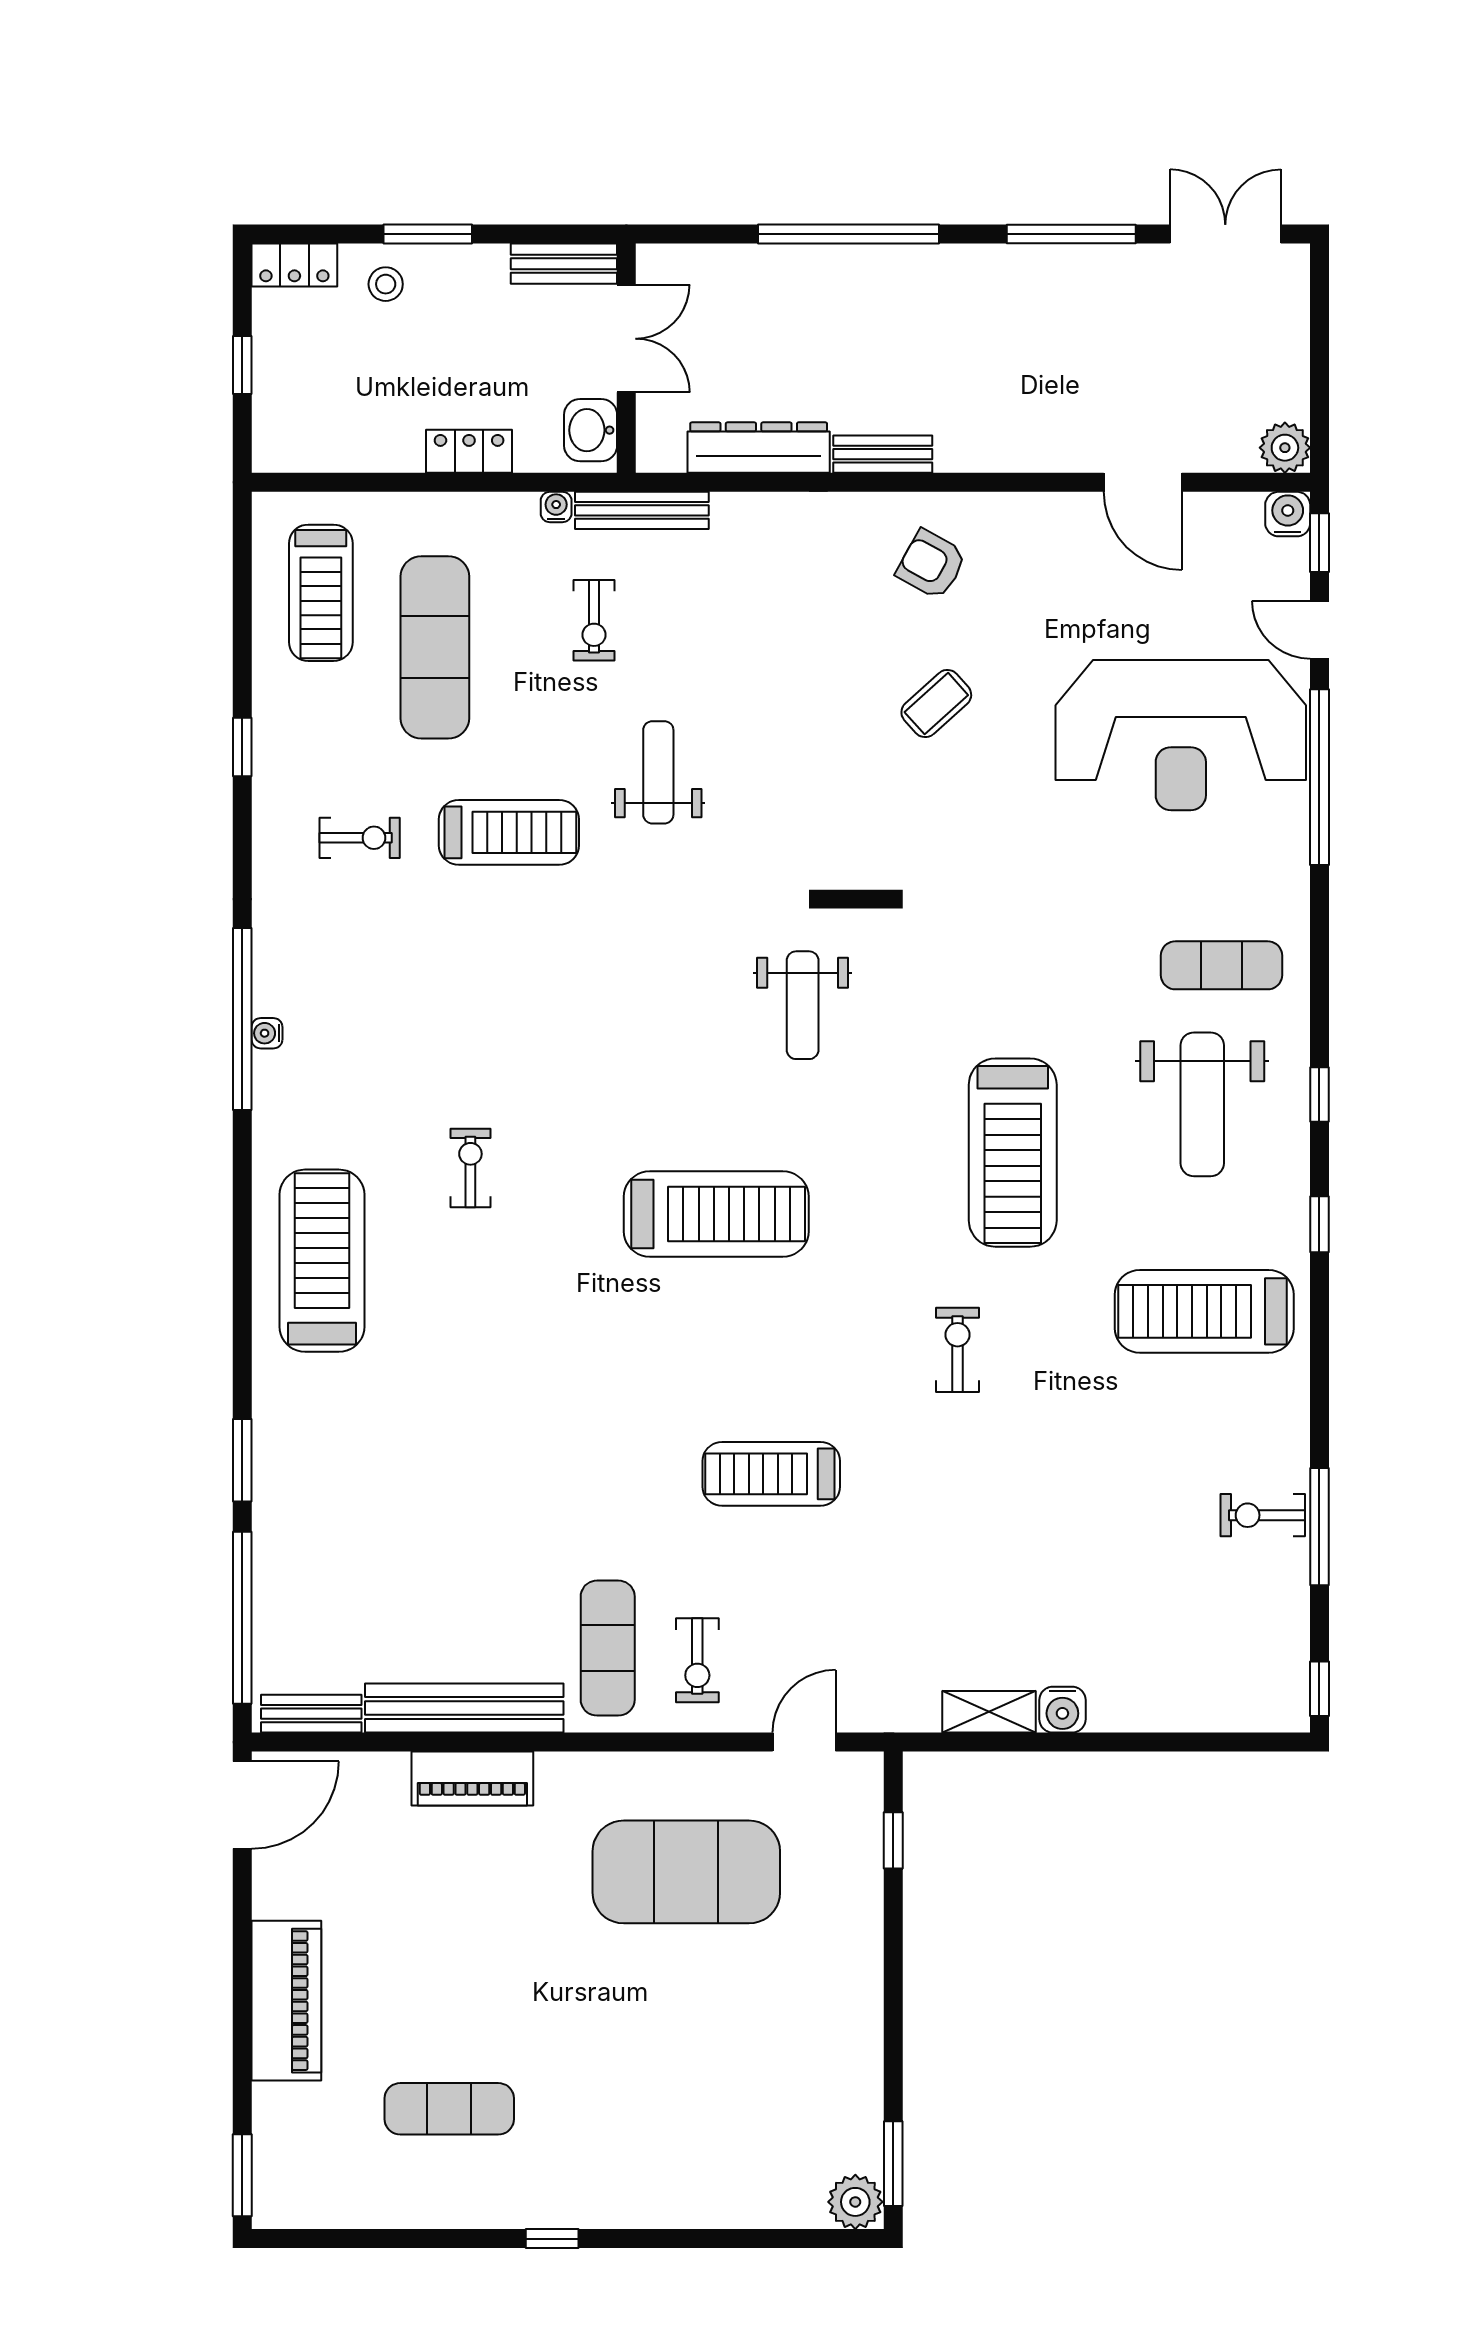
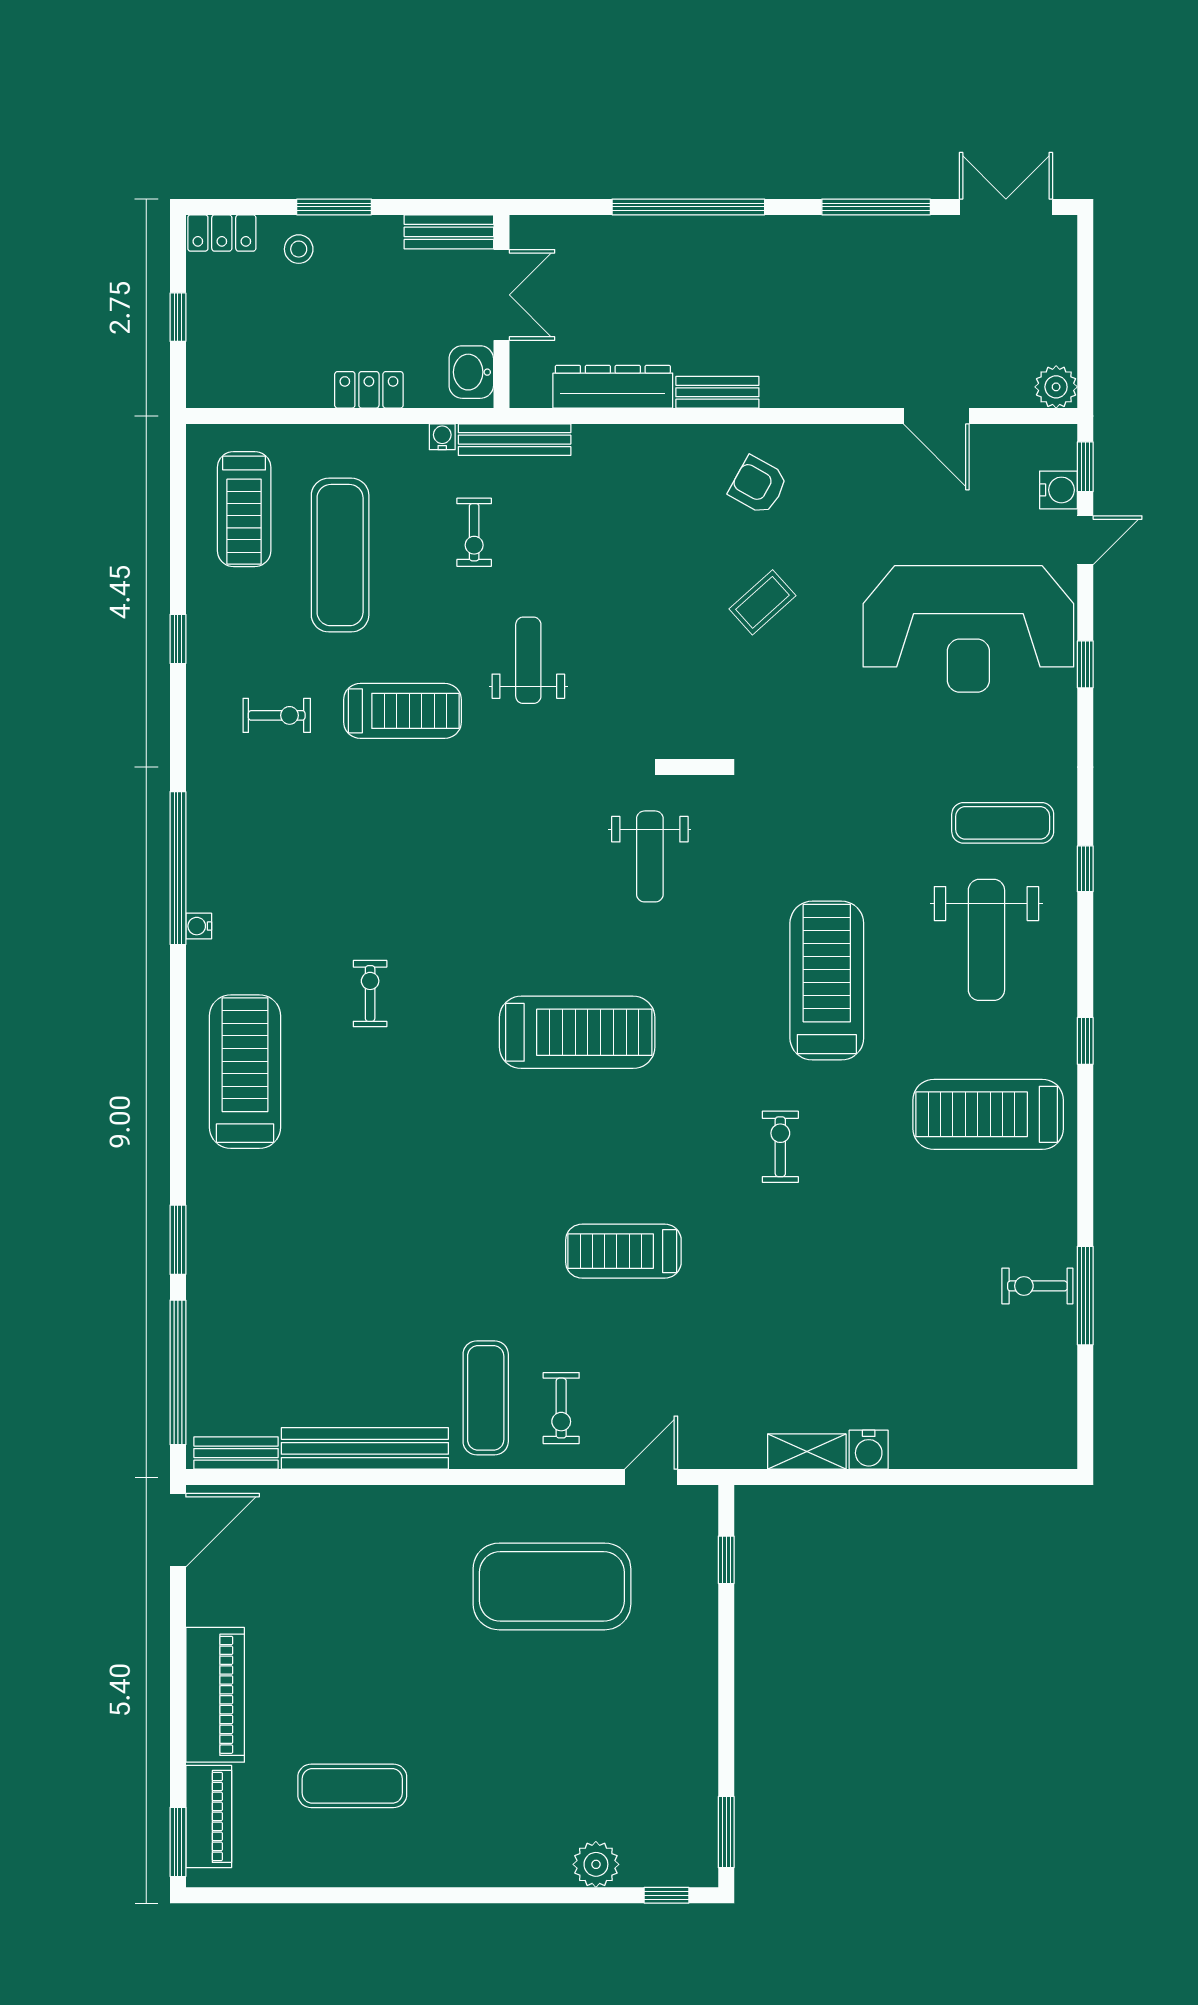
water cooler: (1288, 514) -> (1058, 490), moved, turned 90
door: (1319, 630) -> (1085, 540), swing flipped
window: (1319, 777) -> (1085, 664), width x0.32
water cooler: (267, 1033) -> (199, 926), moved
window: (1319, 1095) -> (1085, 869), moved
treadmill: (1013, 1153) -> (827, 981), turned 180
window: (1319, 1689) -> (1085, 1432), removed
piano: (472, 1779) -> (209, 1816), moved, turned -90
plant: (855, 2202) -> (596, 1864), moved
window: (552, 2239) -> (666, 1895), moved

